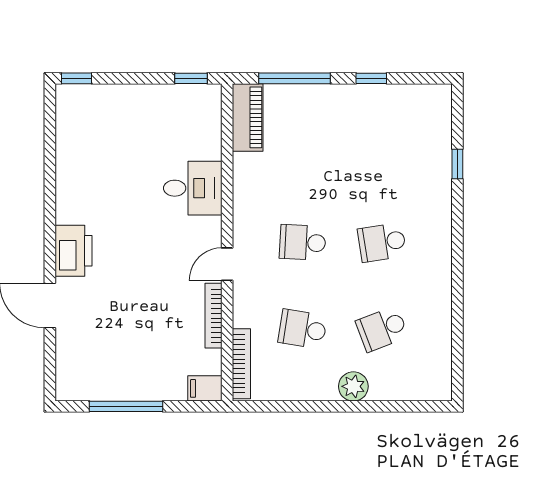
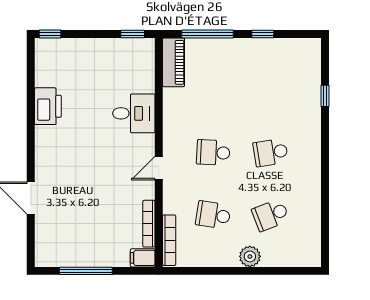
printer: (74, 251) -> (48, 106), moved
bookcase: (214, 316) -> (149, 224), moved

